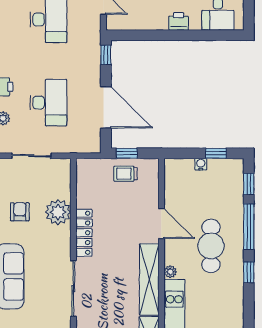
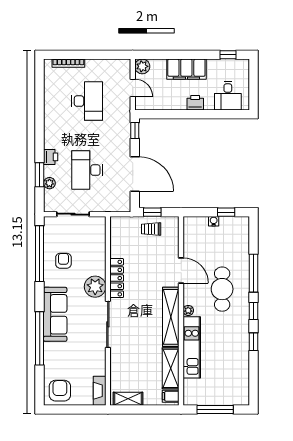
desk: (48, 103) -> (87, 170), turned 180
window: (249, 184) -> (253, 342), moved
plant: (58, 212) -> (95, 287), moved

